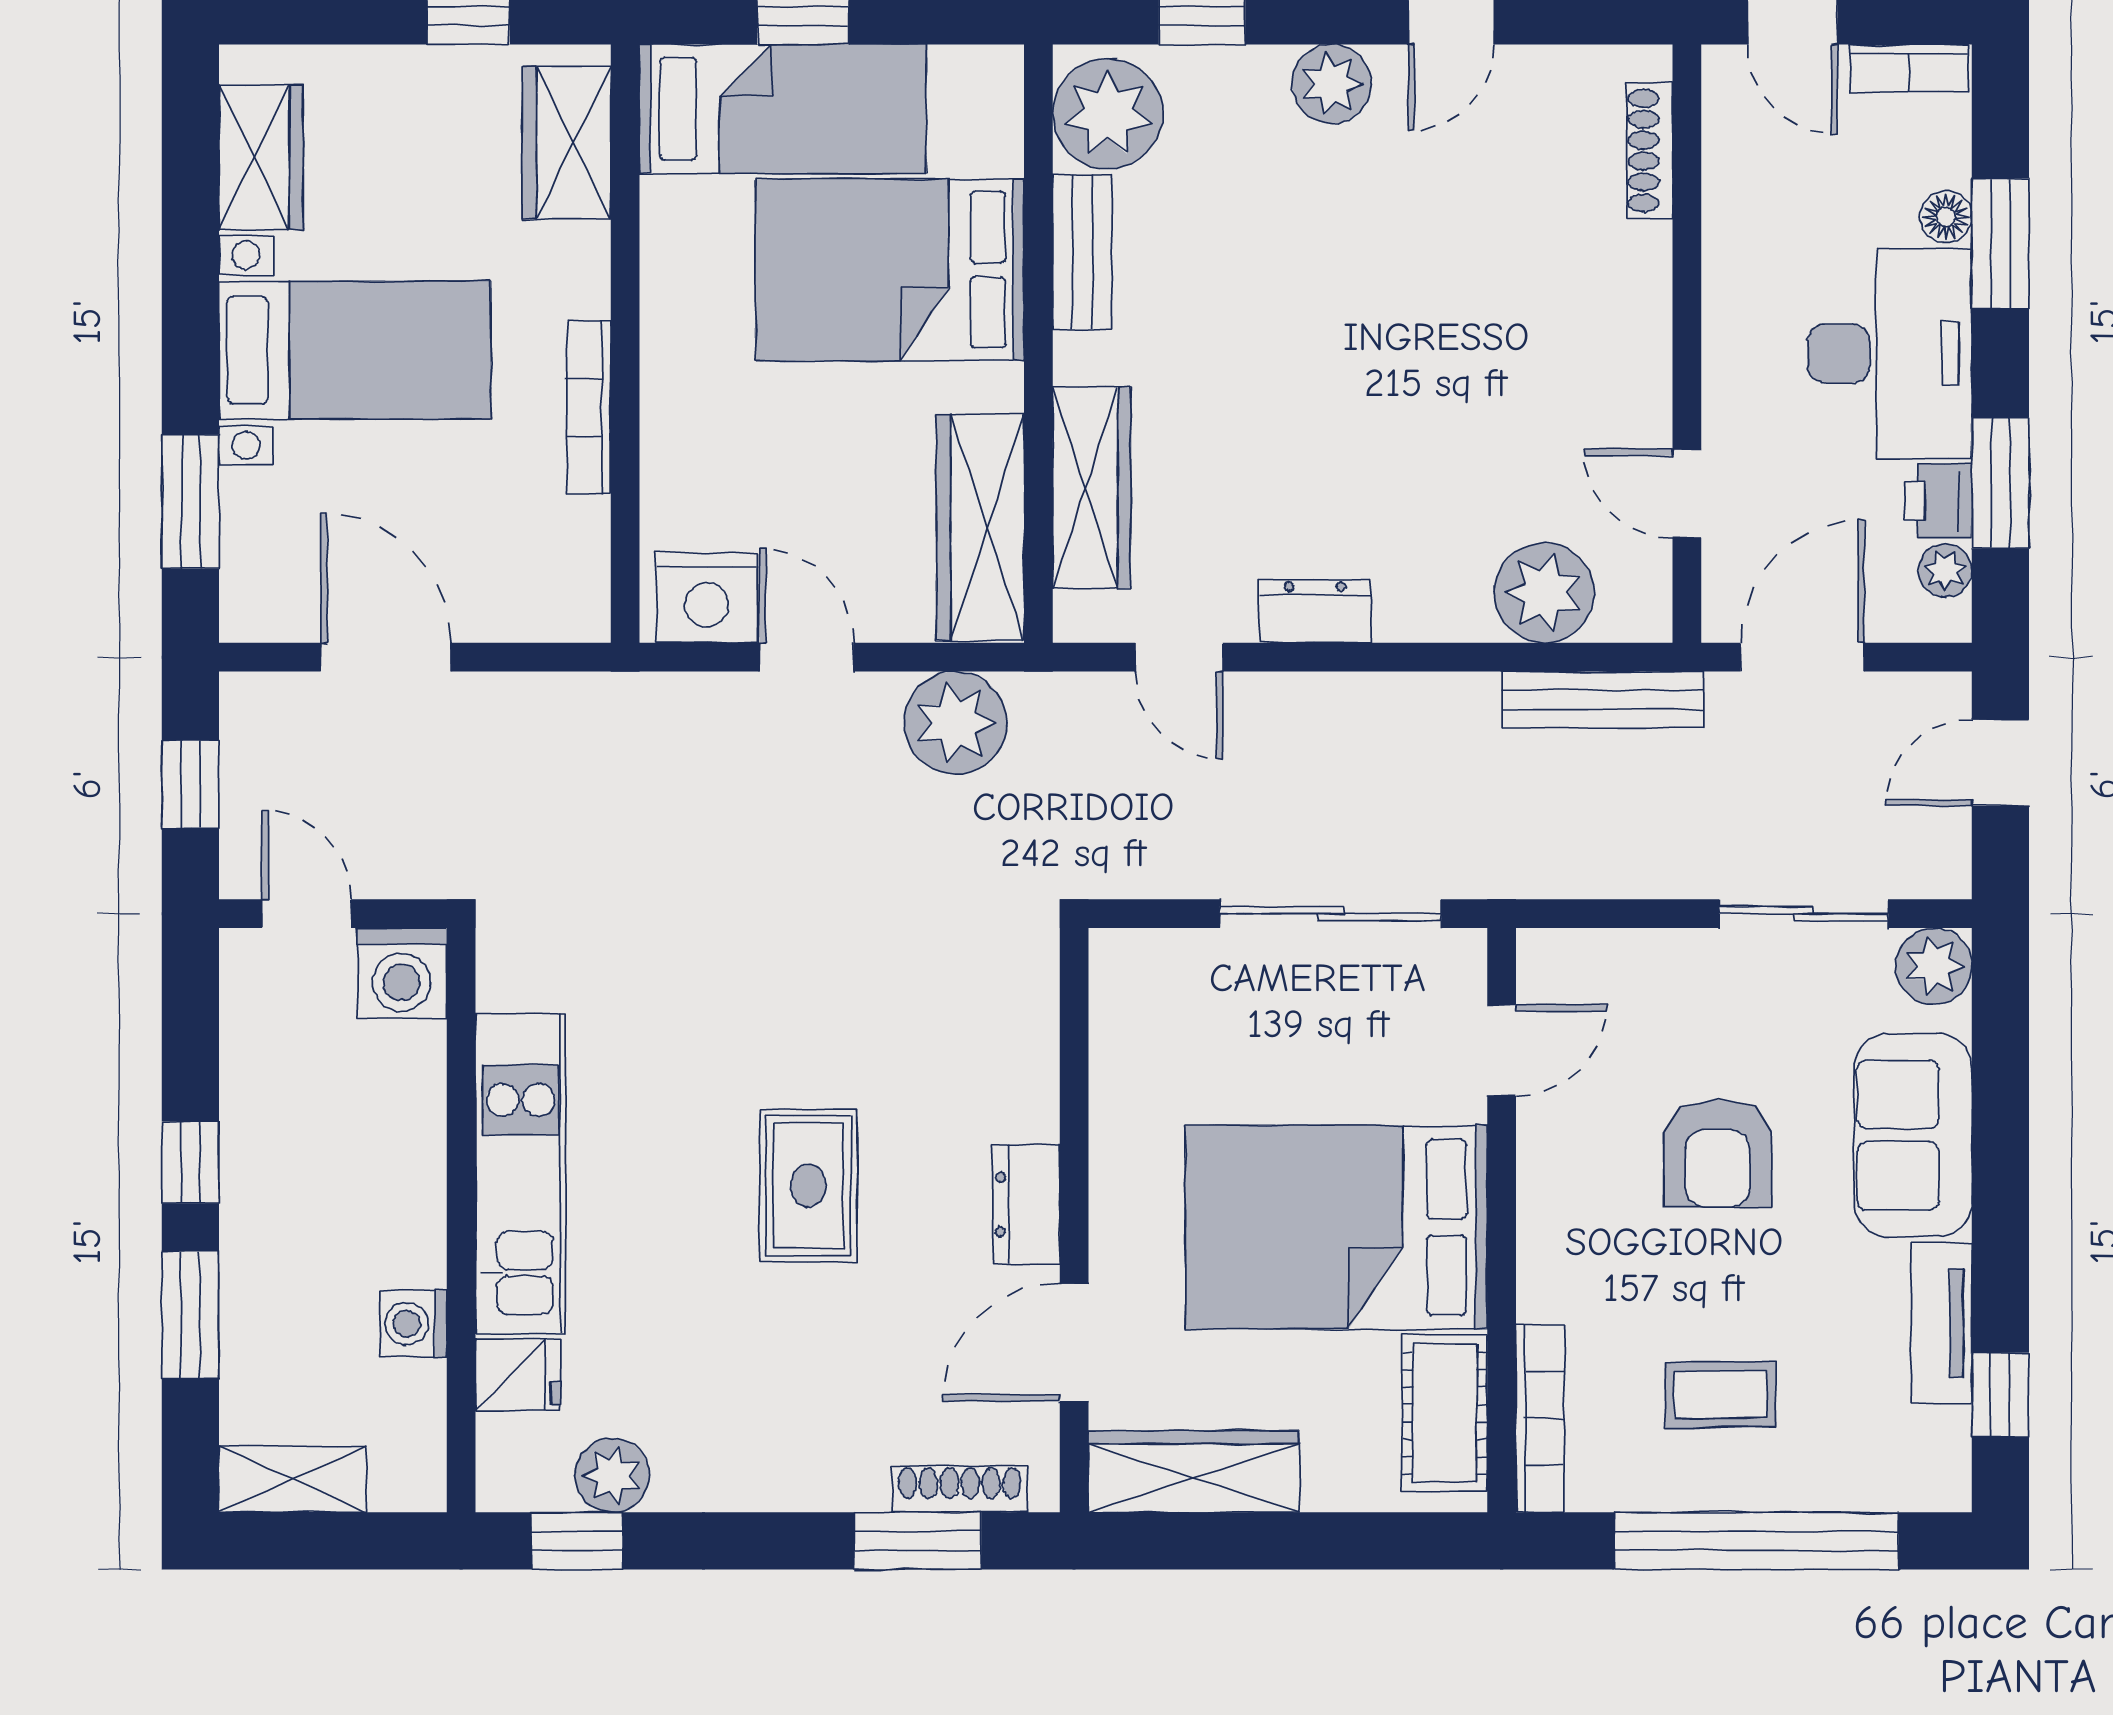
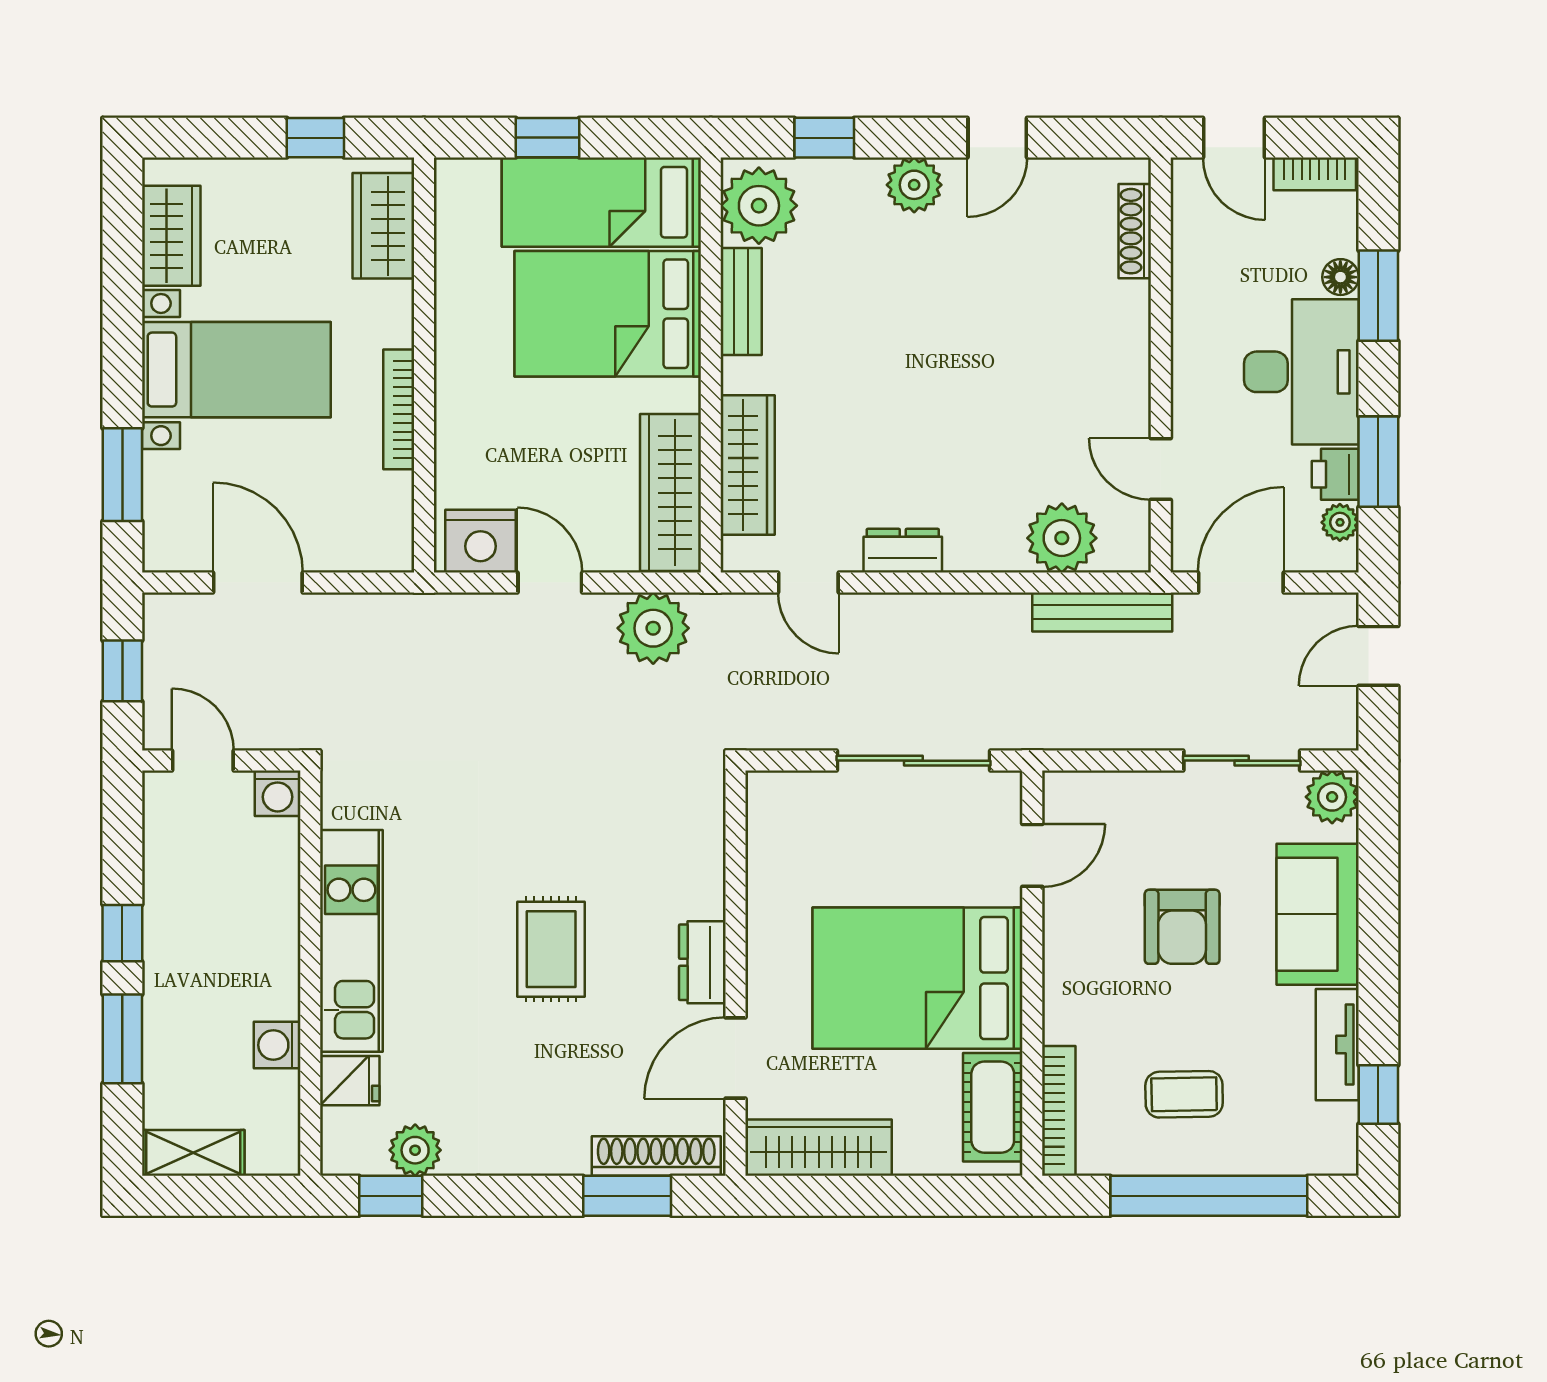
bed: (783, 109) -> (601, 202), moved, turned 180
washing machine: (402, 973) -> (278, 793), width x0.73, depth x0.73
shoe rack: (960, 1489) -> (656, 1156), width x1.36, depth x1.24

